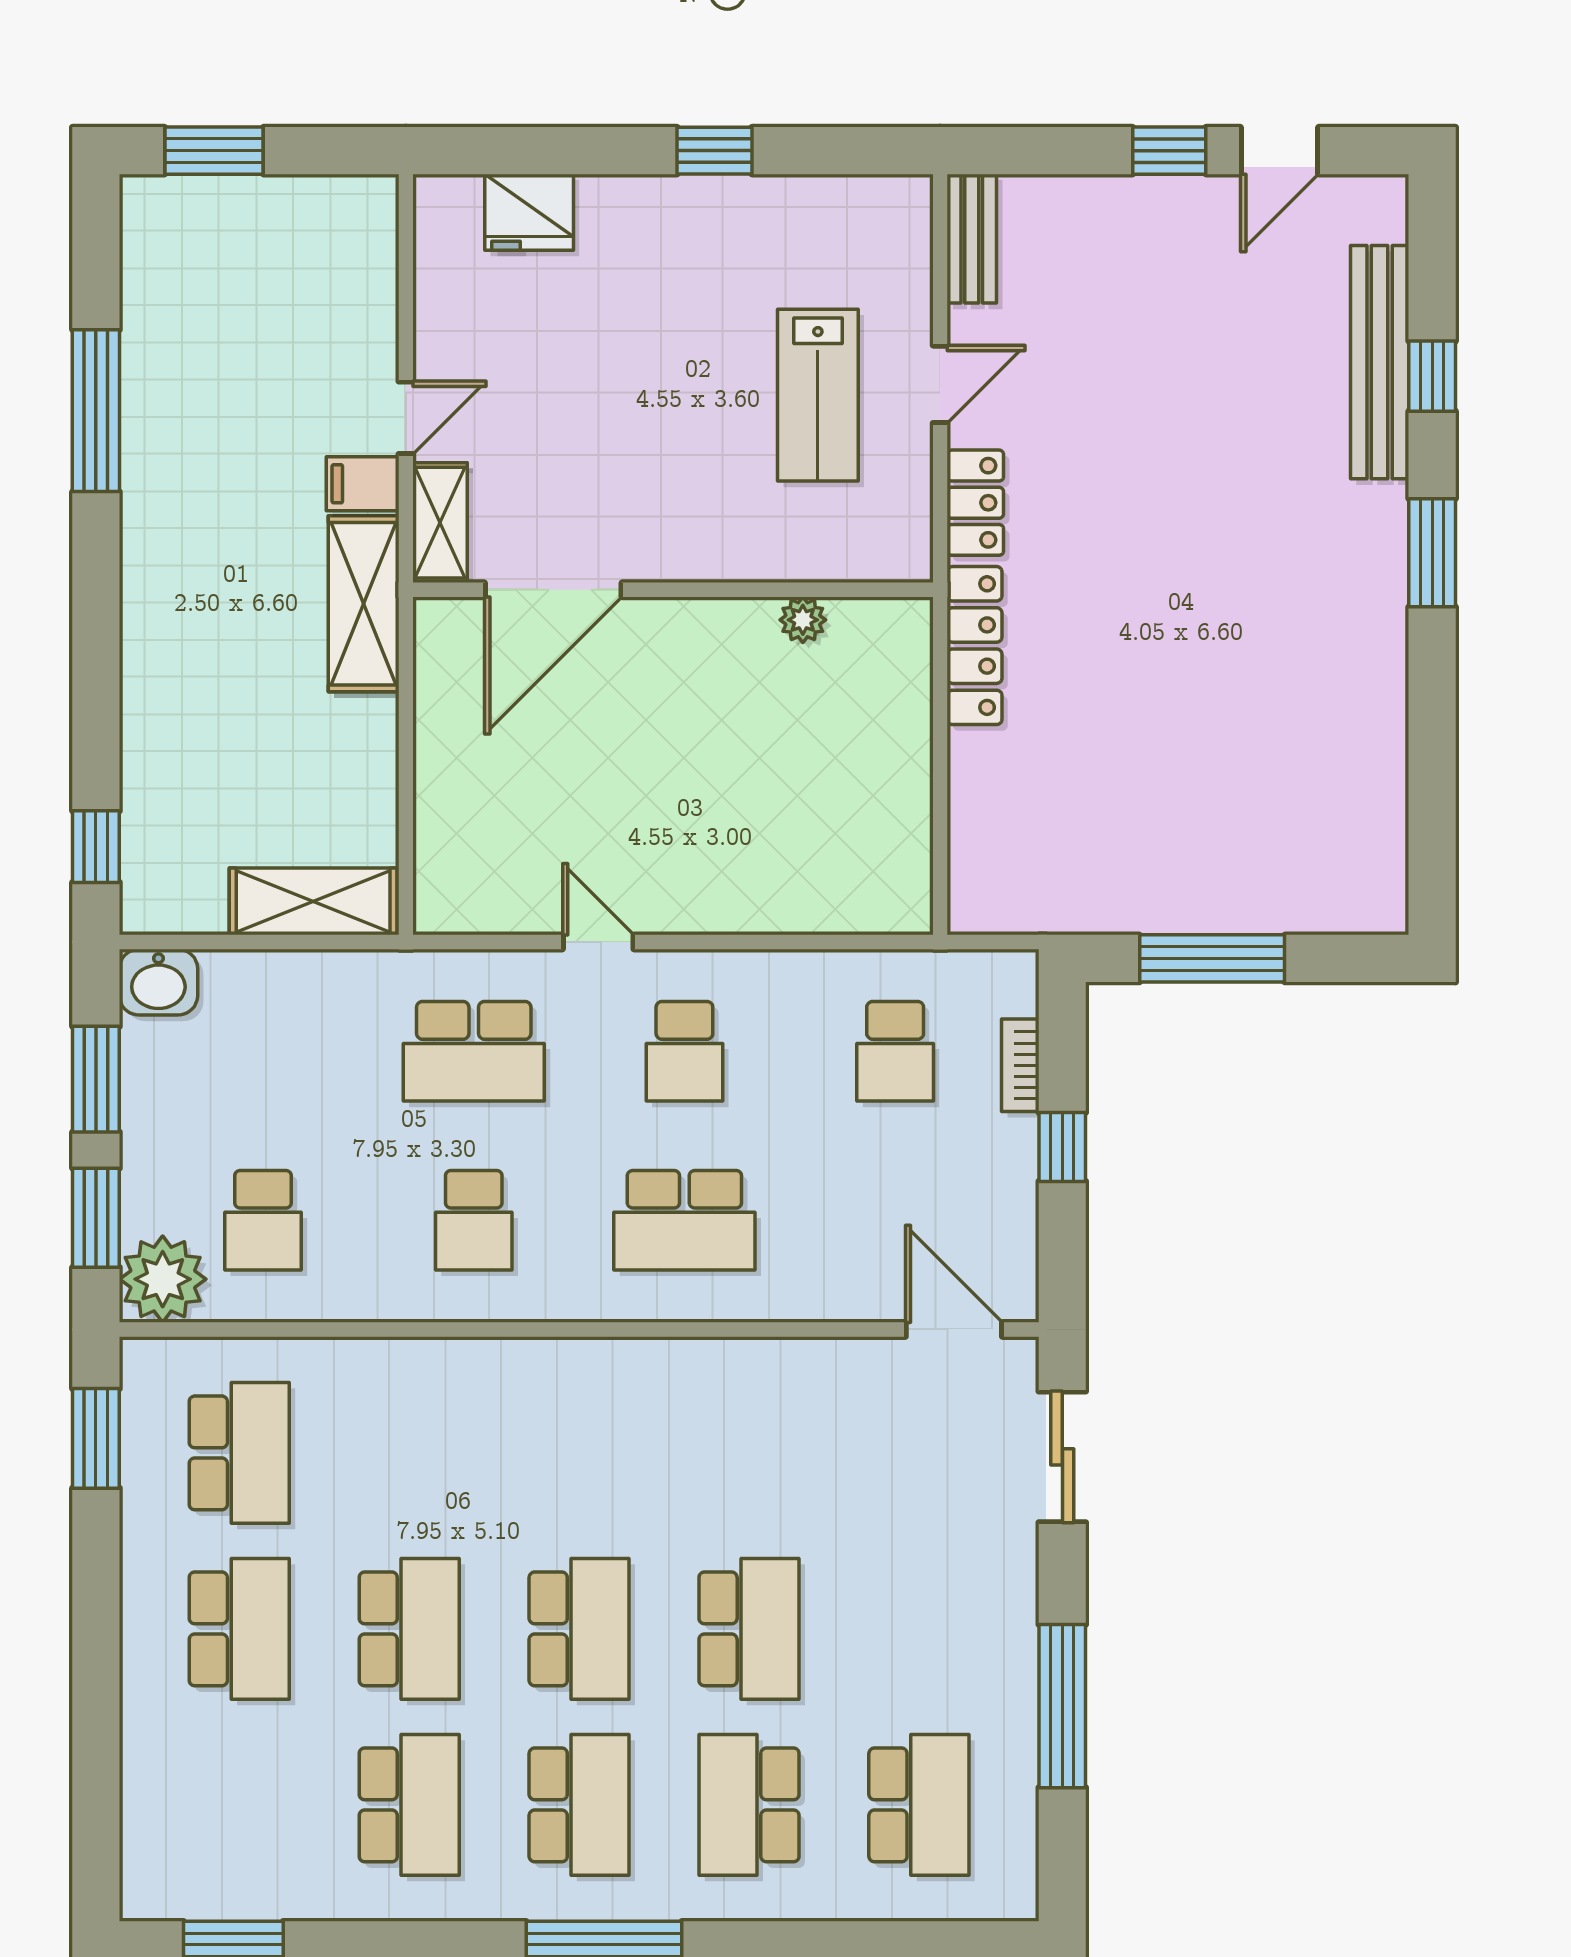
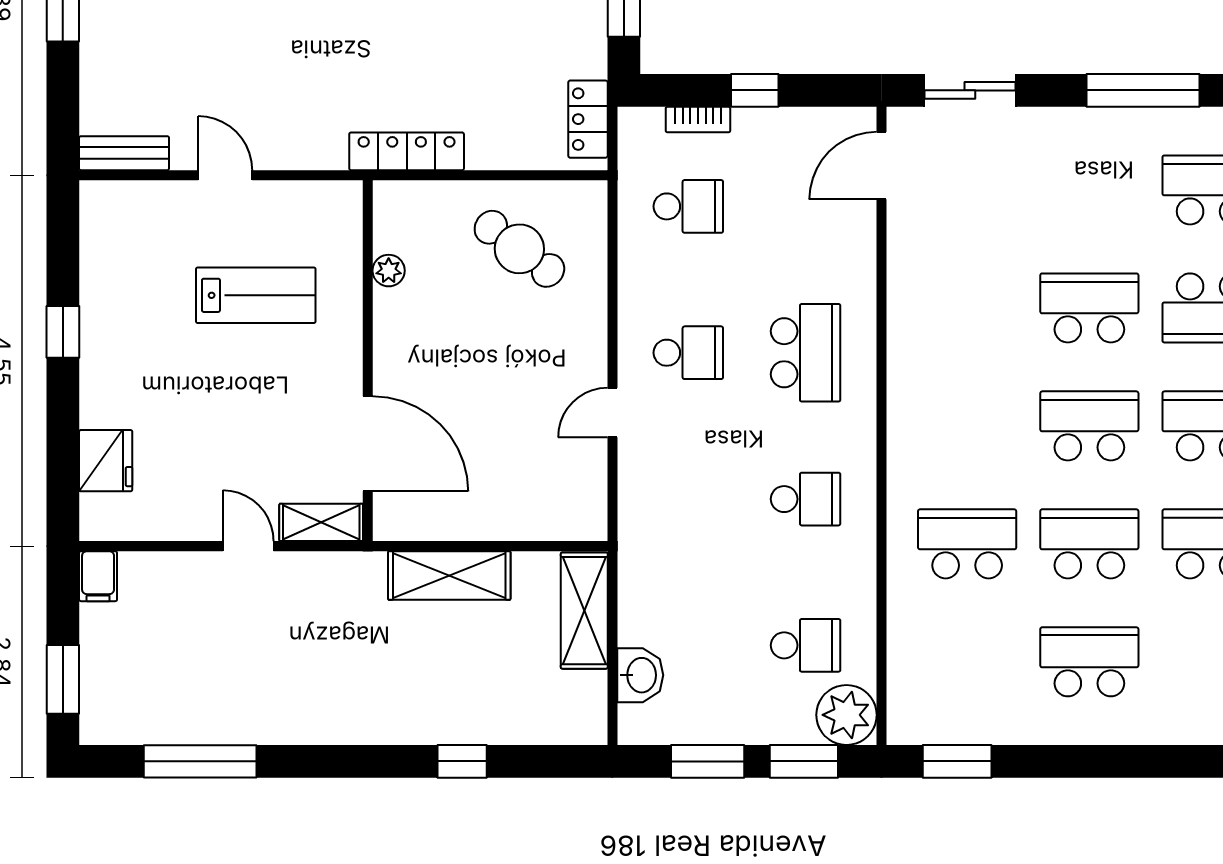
lab bench: (818, 395) -> (256, 295), moved
window: (96, 411) -> (200, 761), moved
filing cabinet: (363, 484) -> (98, 576), moved
locker: (975, 503) -> (588, 119), moved, turned -90
shelving: (364, 604) -> (449, 576), moved
cafe table: (834, 808) -> (519, 249), added
window: (96, 847) -> (462, 761), moved
washbasin: (158, 982) -> (640, 675), moved
school desk: (474, 1051) -> (688, 499), removed
school desk: (239, 1453) -> (967, 544), moved

